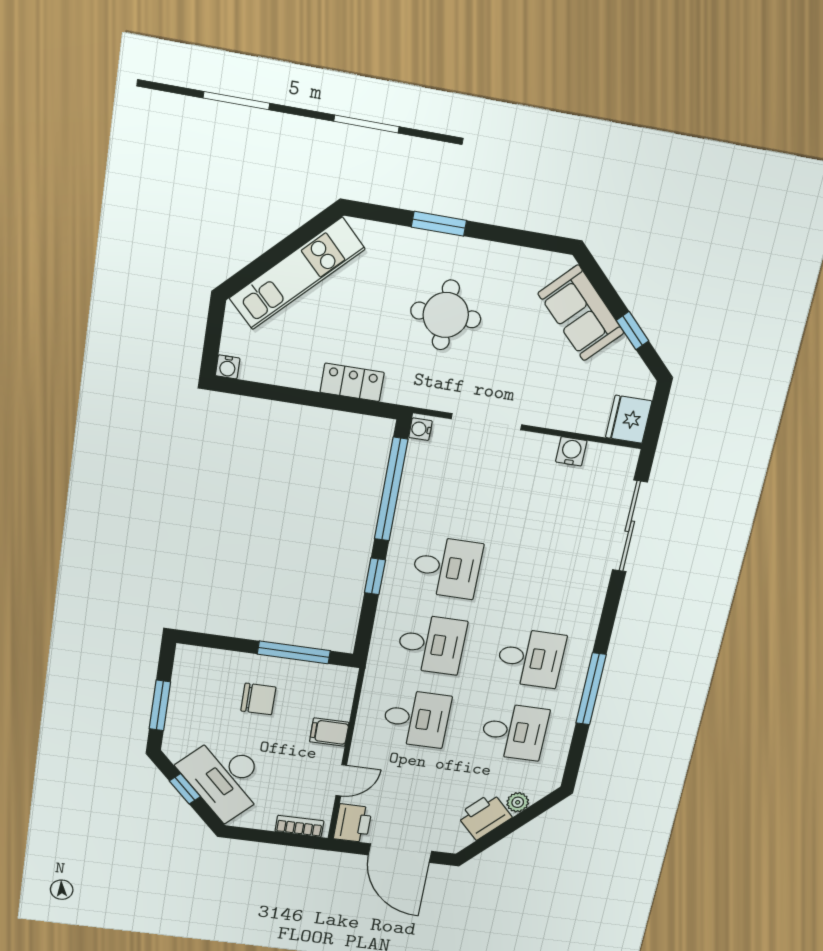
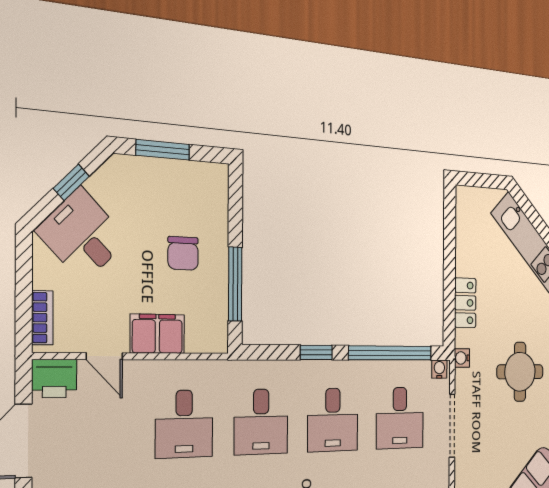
water cooler: (228, 367) -> (462, 358), moved
desk: (463, 488) -> (400, 418), added
filing cabinet: (329, 732) -> (157, 334), width x2.00
desk: (225, 777) -> (82, 235), width x0.73

